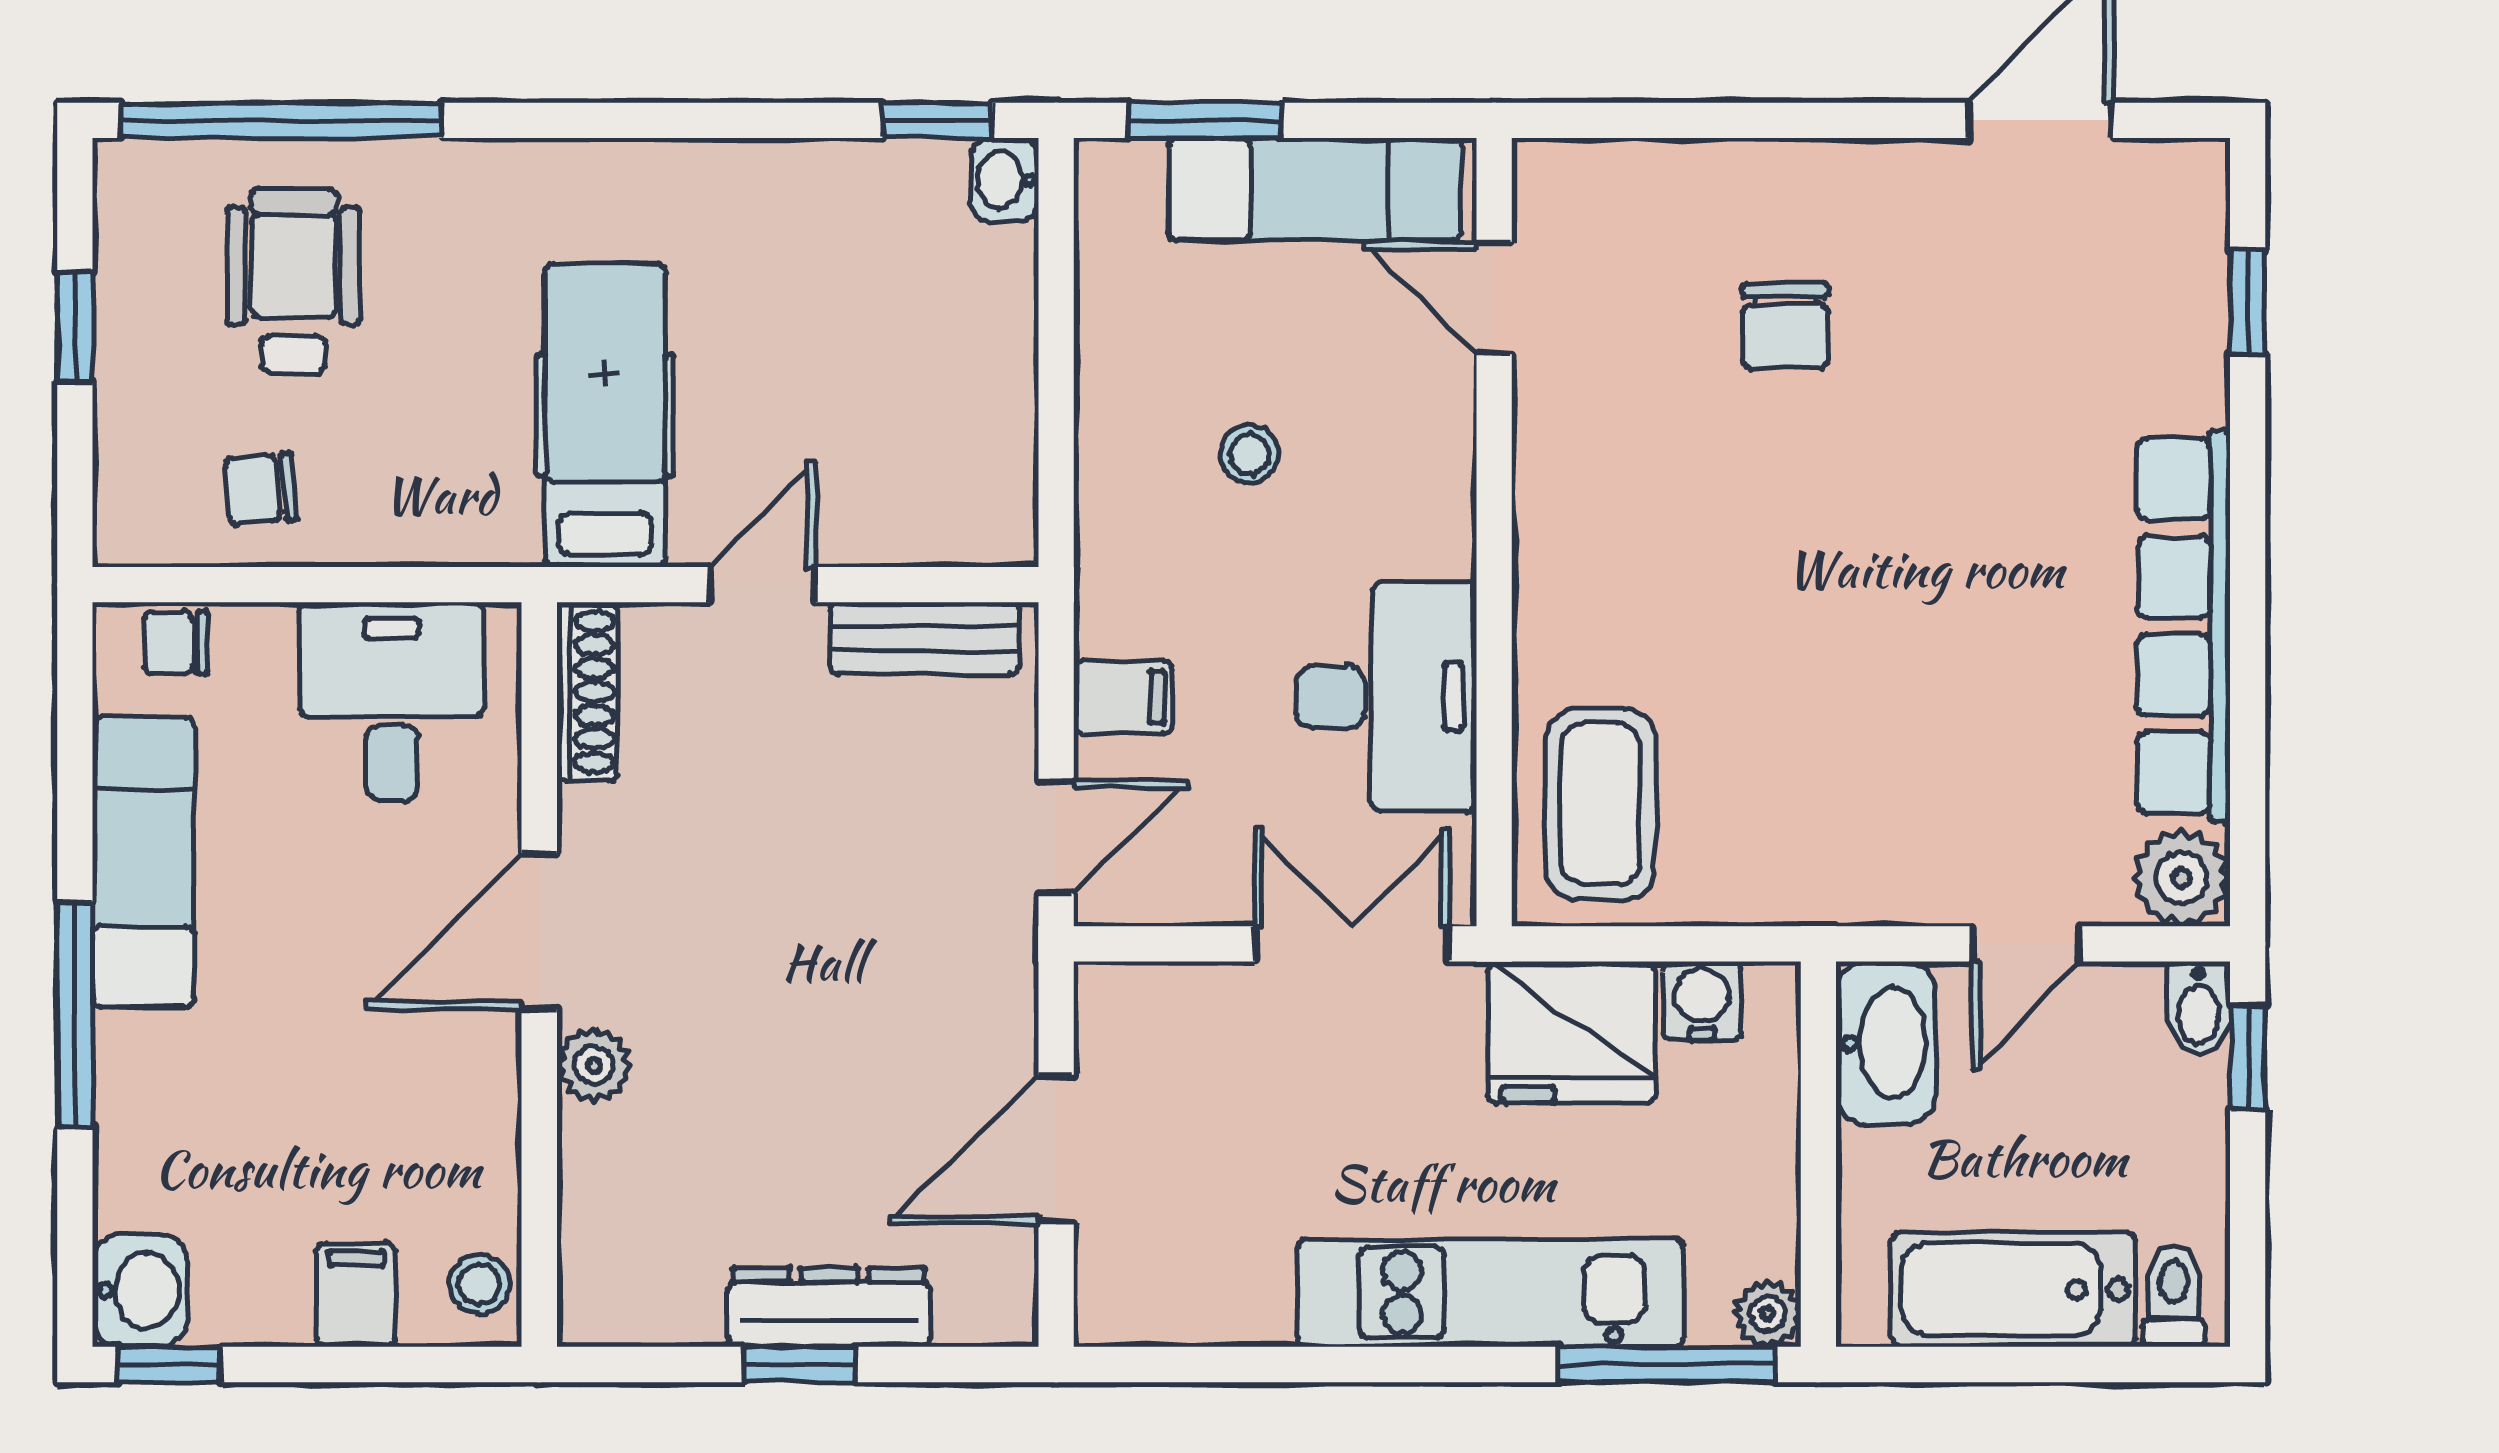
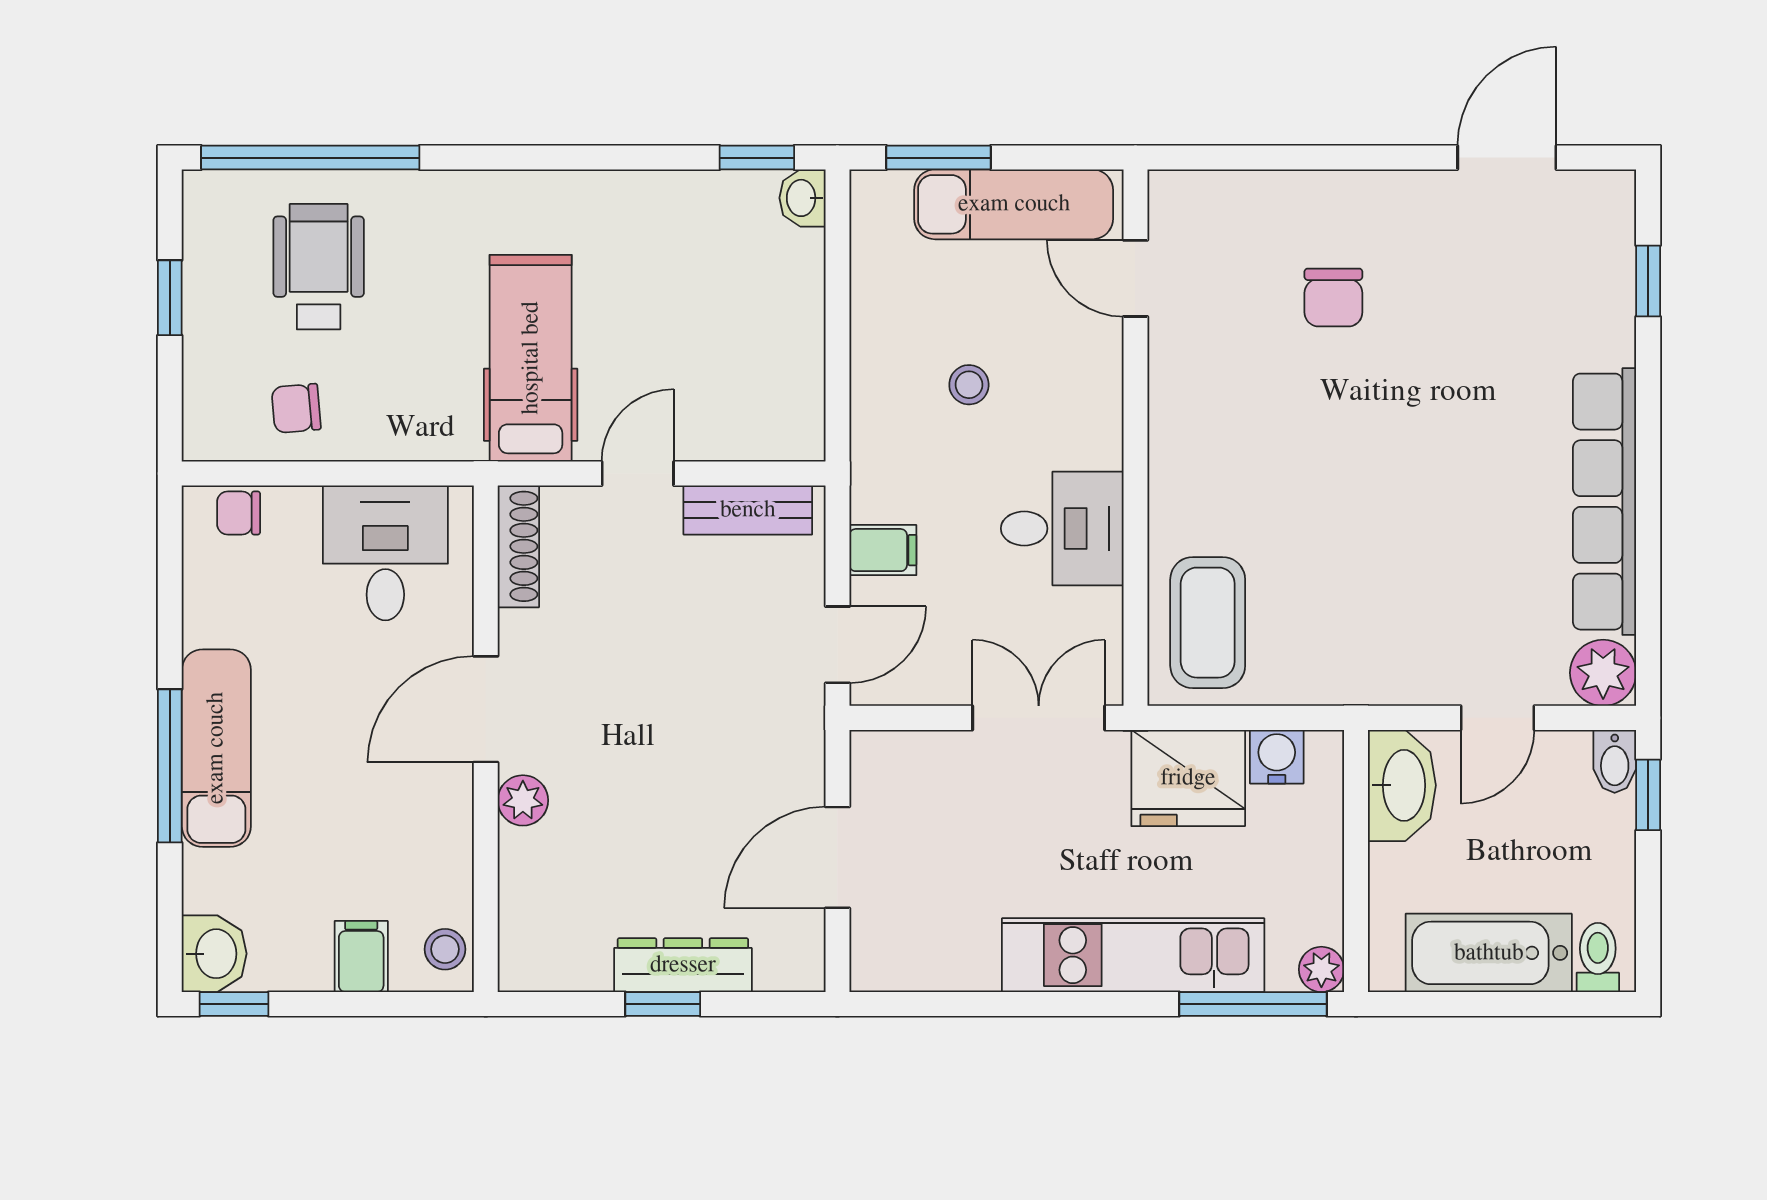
desk: (1387, 697) -> (1062, 528), width x0.73
exam couch: (143, 862) -> (216, 748), moved

